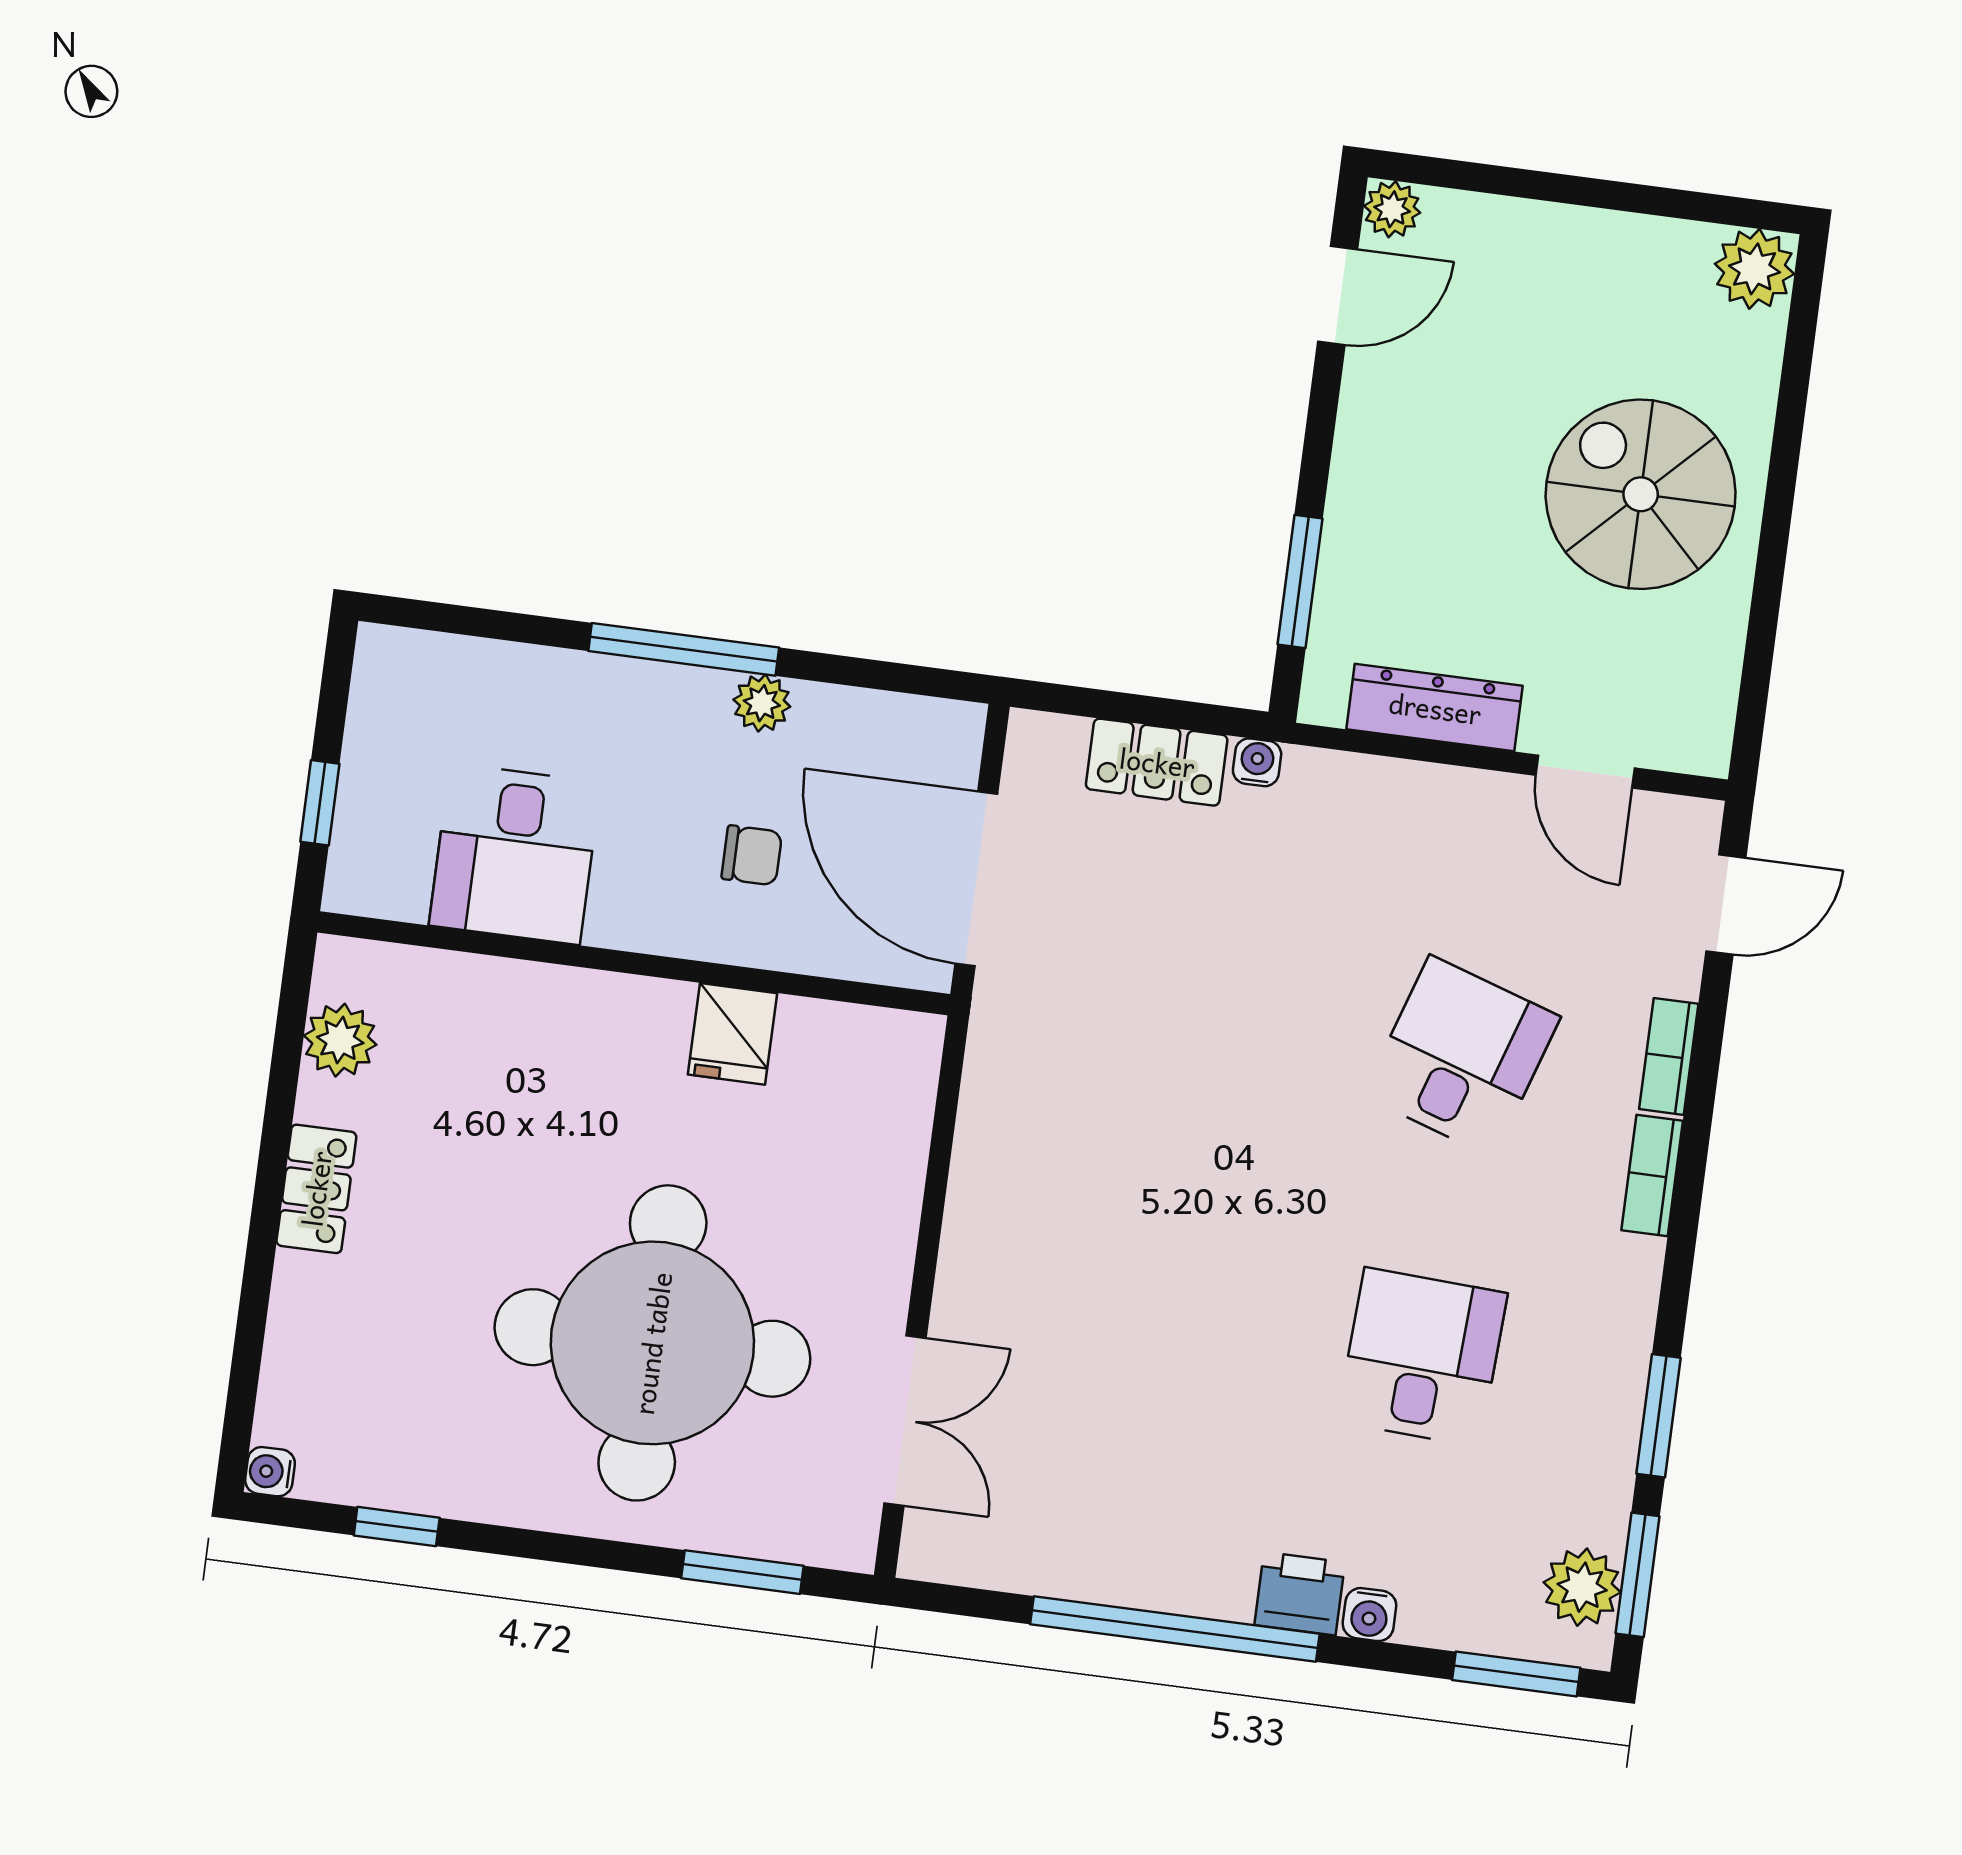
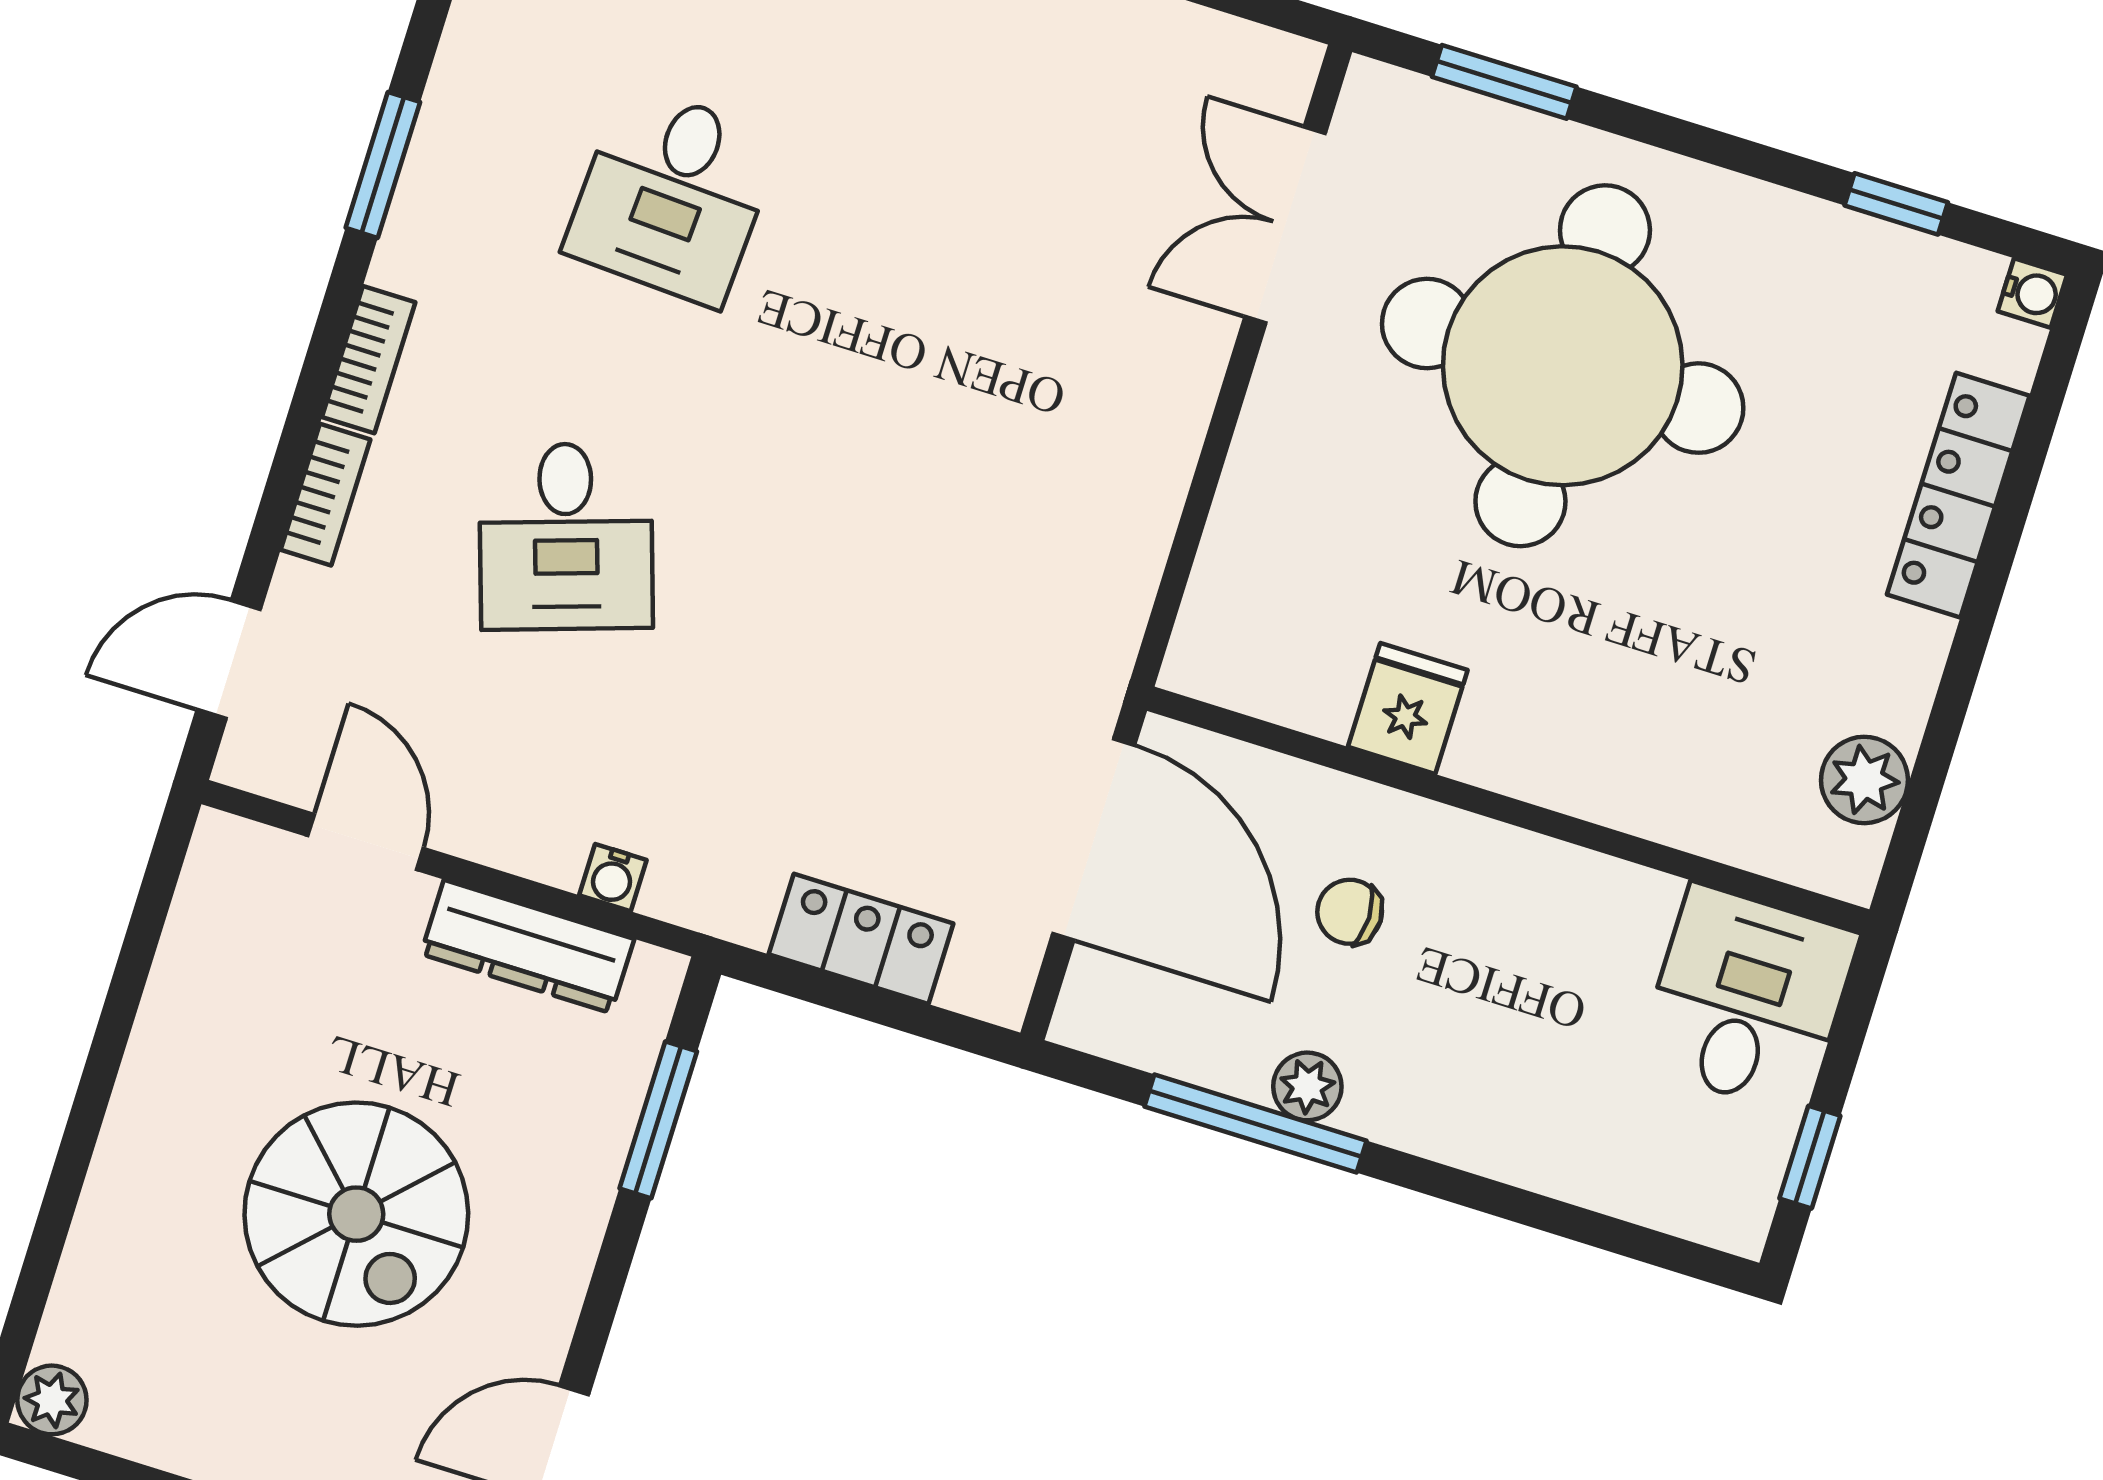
plant: (1754, 269) -> (52, 1400), width x0.73, depth x0.73
spiral stairs: (1641, 494) -> (356, 1214), moved
window: (684, 649) -> (1256, 1124), moved
water cooler: (1257, 762) -> (613, 878), moved
window: (320, 803) -> (1810, 1157), moved
desk: (515, 854) -> (1748, 999), moved
desk: (1462, 1056) -> (566, 536), turned -36
locker: (316, 1189) -> (1958, 495), moved, width x1.53
window: (1659, 1416) -> (383, 165), moved

